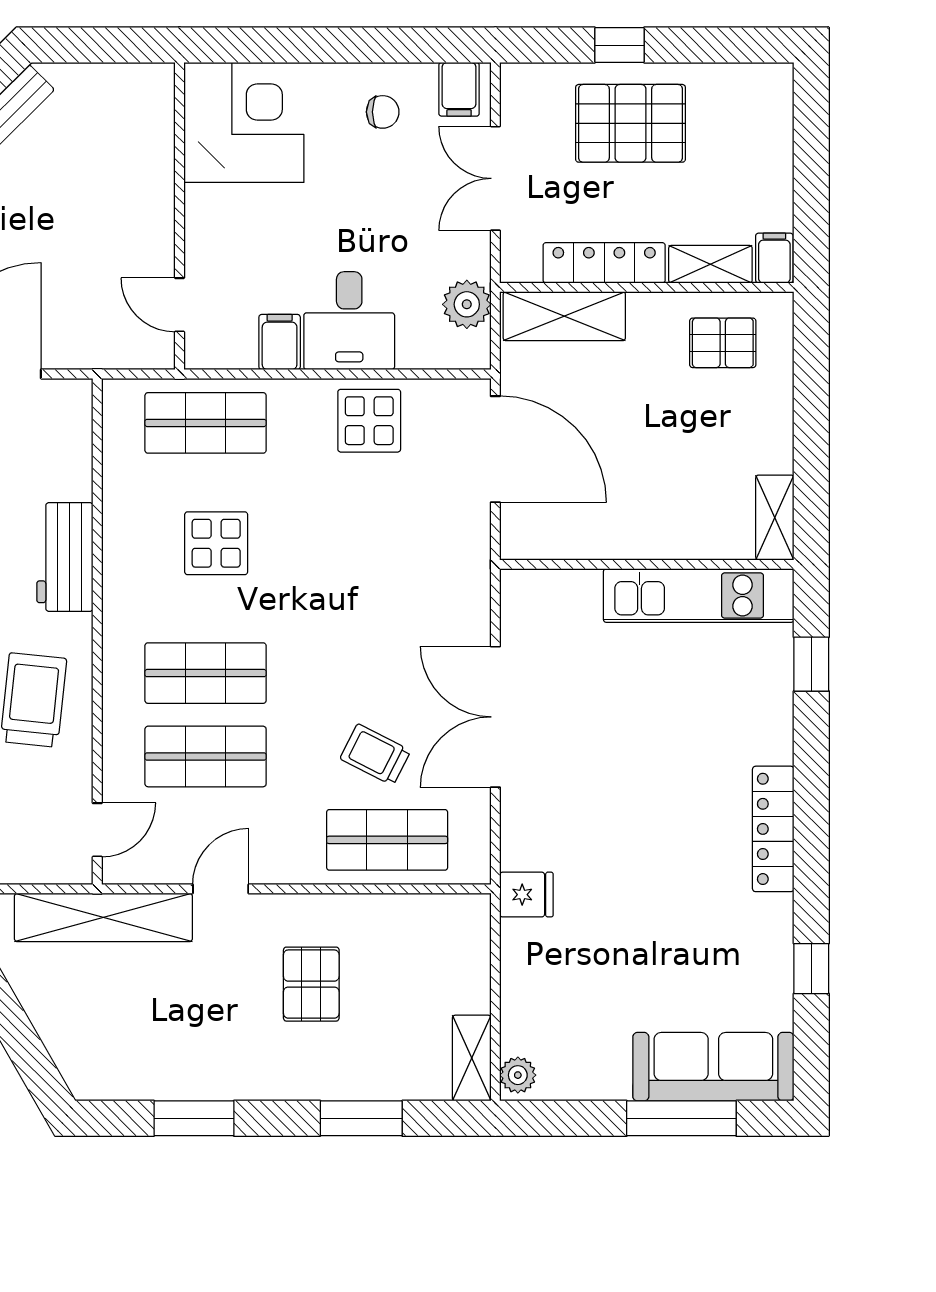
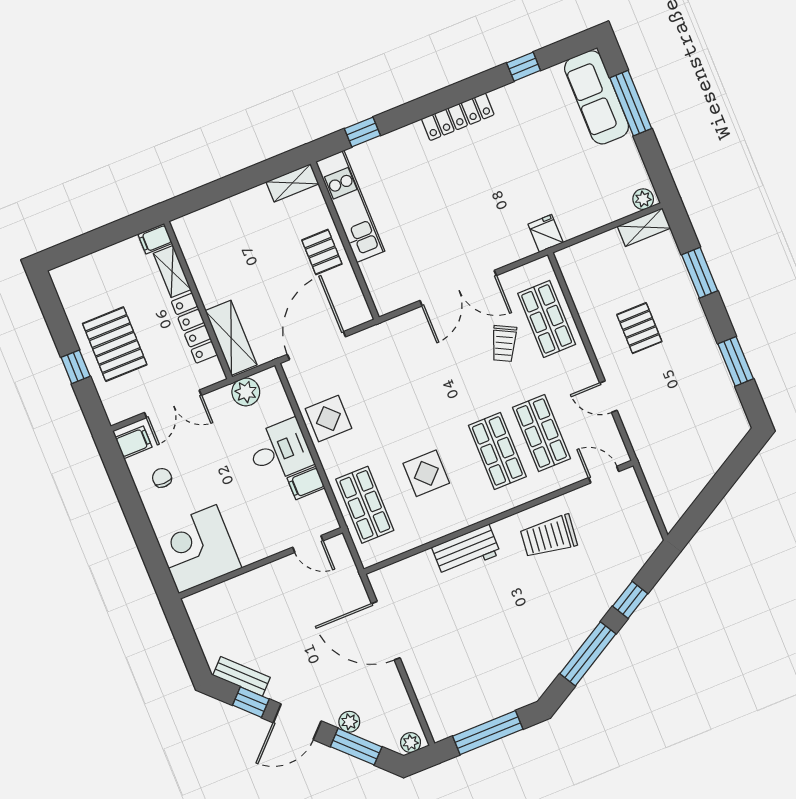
door: (179, 305) -> (308, 544), hinge flipped
pallet: (723, 343) -> (322, 252), moved
shelving: (103, 917) -> (649, 453), removed
pallet: (311, 984) -> (639, 328), turned 90

